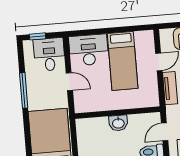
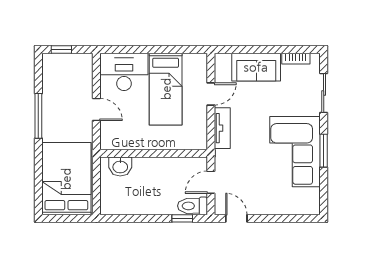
desk: (49, 54) -> (74, 73), removed
washbasin: (118, 123) -> (120, 166), moved

